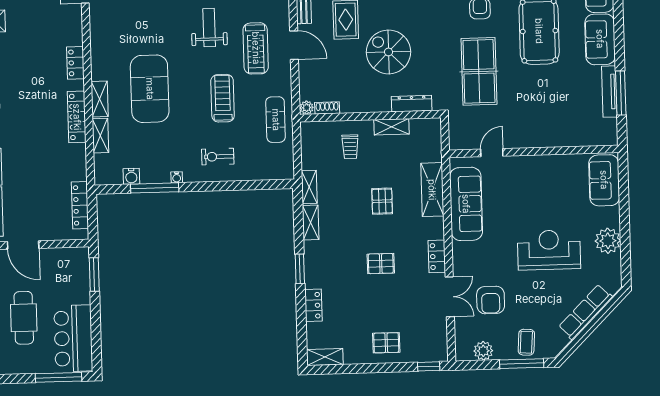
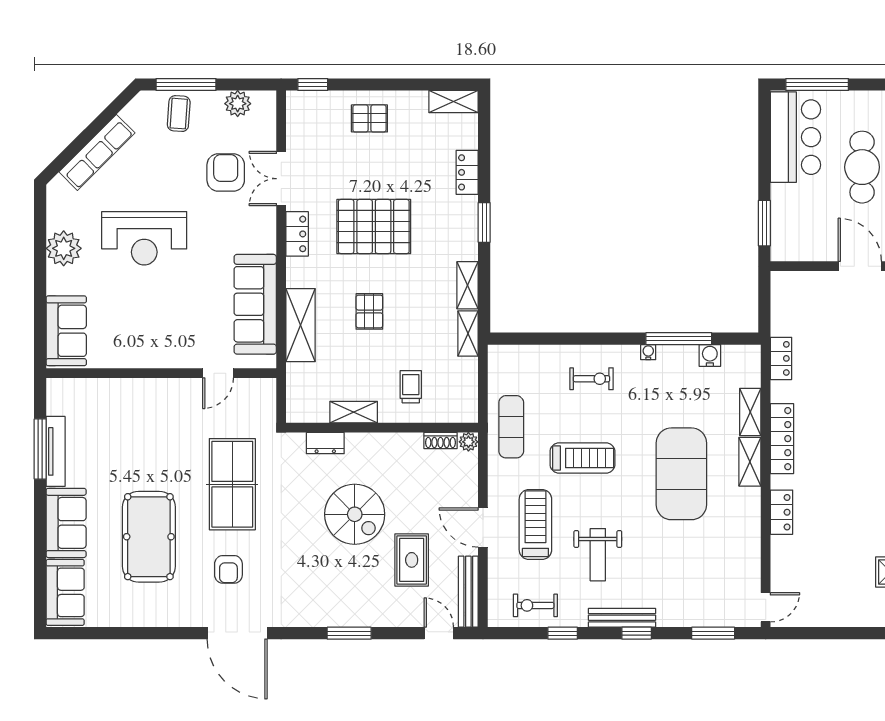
treadmill: (223, 98) -> (582, 458), turned -90
dresser: (412, 104) -> (325, 443), width x0.70
locker: (80, 205) -> (781, 358), moved, width x0.66
pallet: (381, 264) -> (374, 227), width x2.05, depth x2.00

